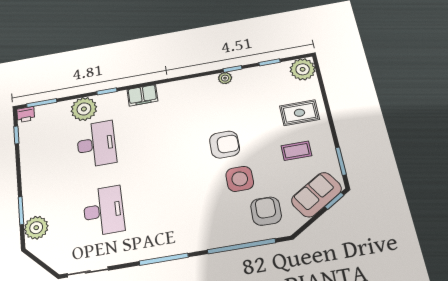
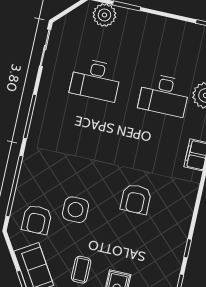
plant: (225, 78) -> (181, 238), removed
armchair: (225, 145) -> (136, 199), moved
armchair: (266, 211) -> (37, 220), turned 89

